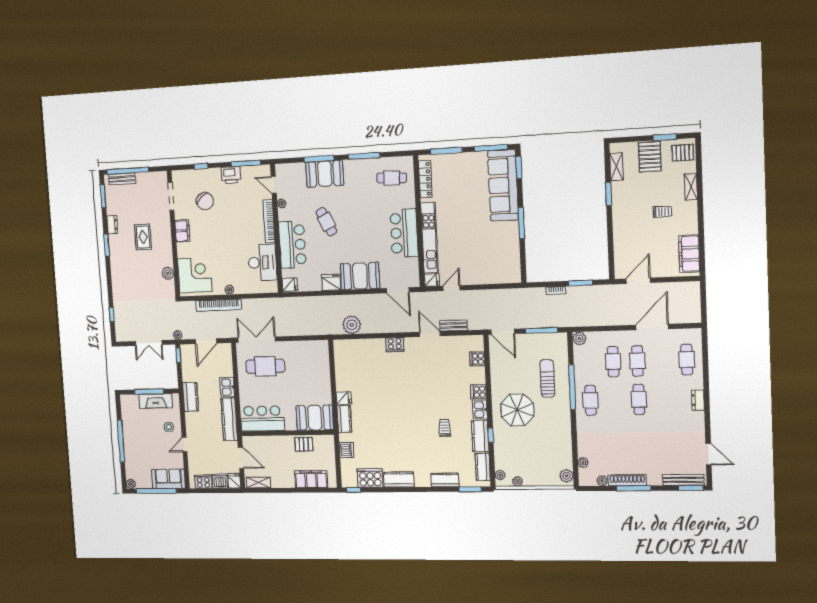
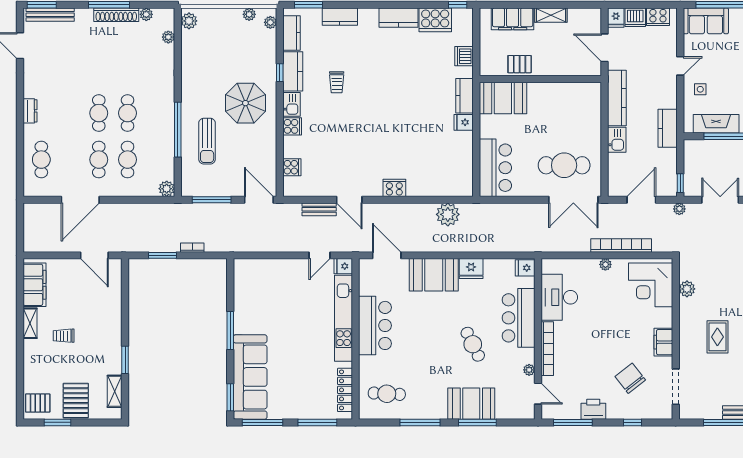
shelving: (691, 187) -> (30, 323), moved
door: (638, 281) -> (94, 255), hinge flipped
cafe table: (591, 400) -> (128, 113), moved
bar counter: (262, 418) -> (495, 168), moved, turned -90
shelving: (258, 483) -> (551, 15), moved

